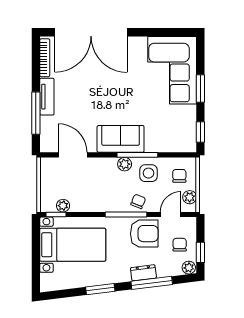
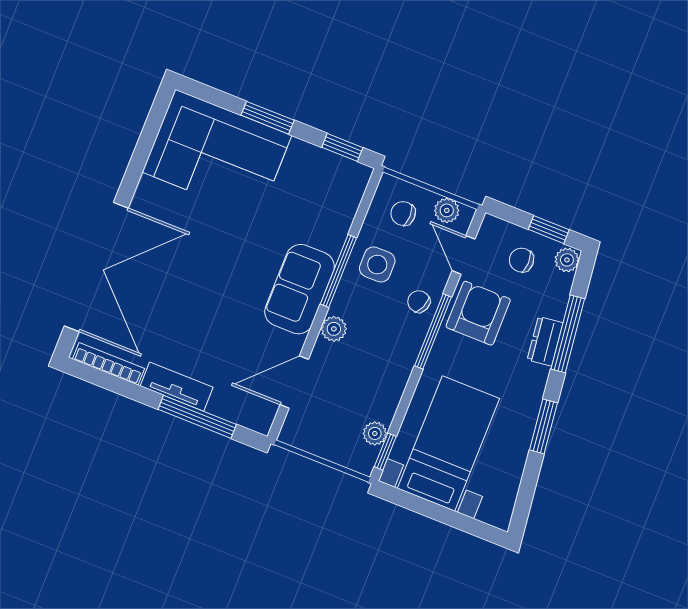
plant: (125, 164) -> (334, 329), moved

